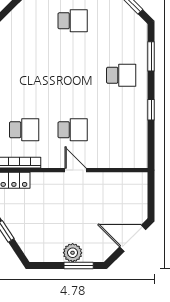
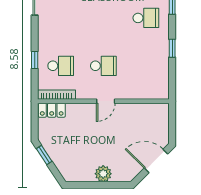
door: (75, 170) -> (106, 101), swing flipped
window: (79, 266) -> (109, 185), removed

